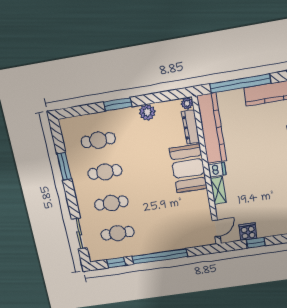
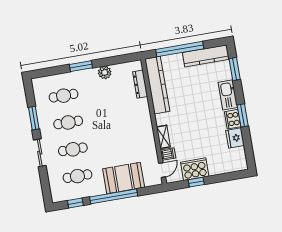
plant: (187, 103) -> (137, 65), removed
booth: (188, 168) -> (124, 178), moved, turned 90
dishwasher: (217, 170) -> (168, 154), moved
cooker: (248, 232) -> (195, 169), width x1.87, depth x1.31
sliding door: (79, 233) -> (40, 153), moved

